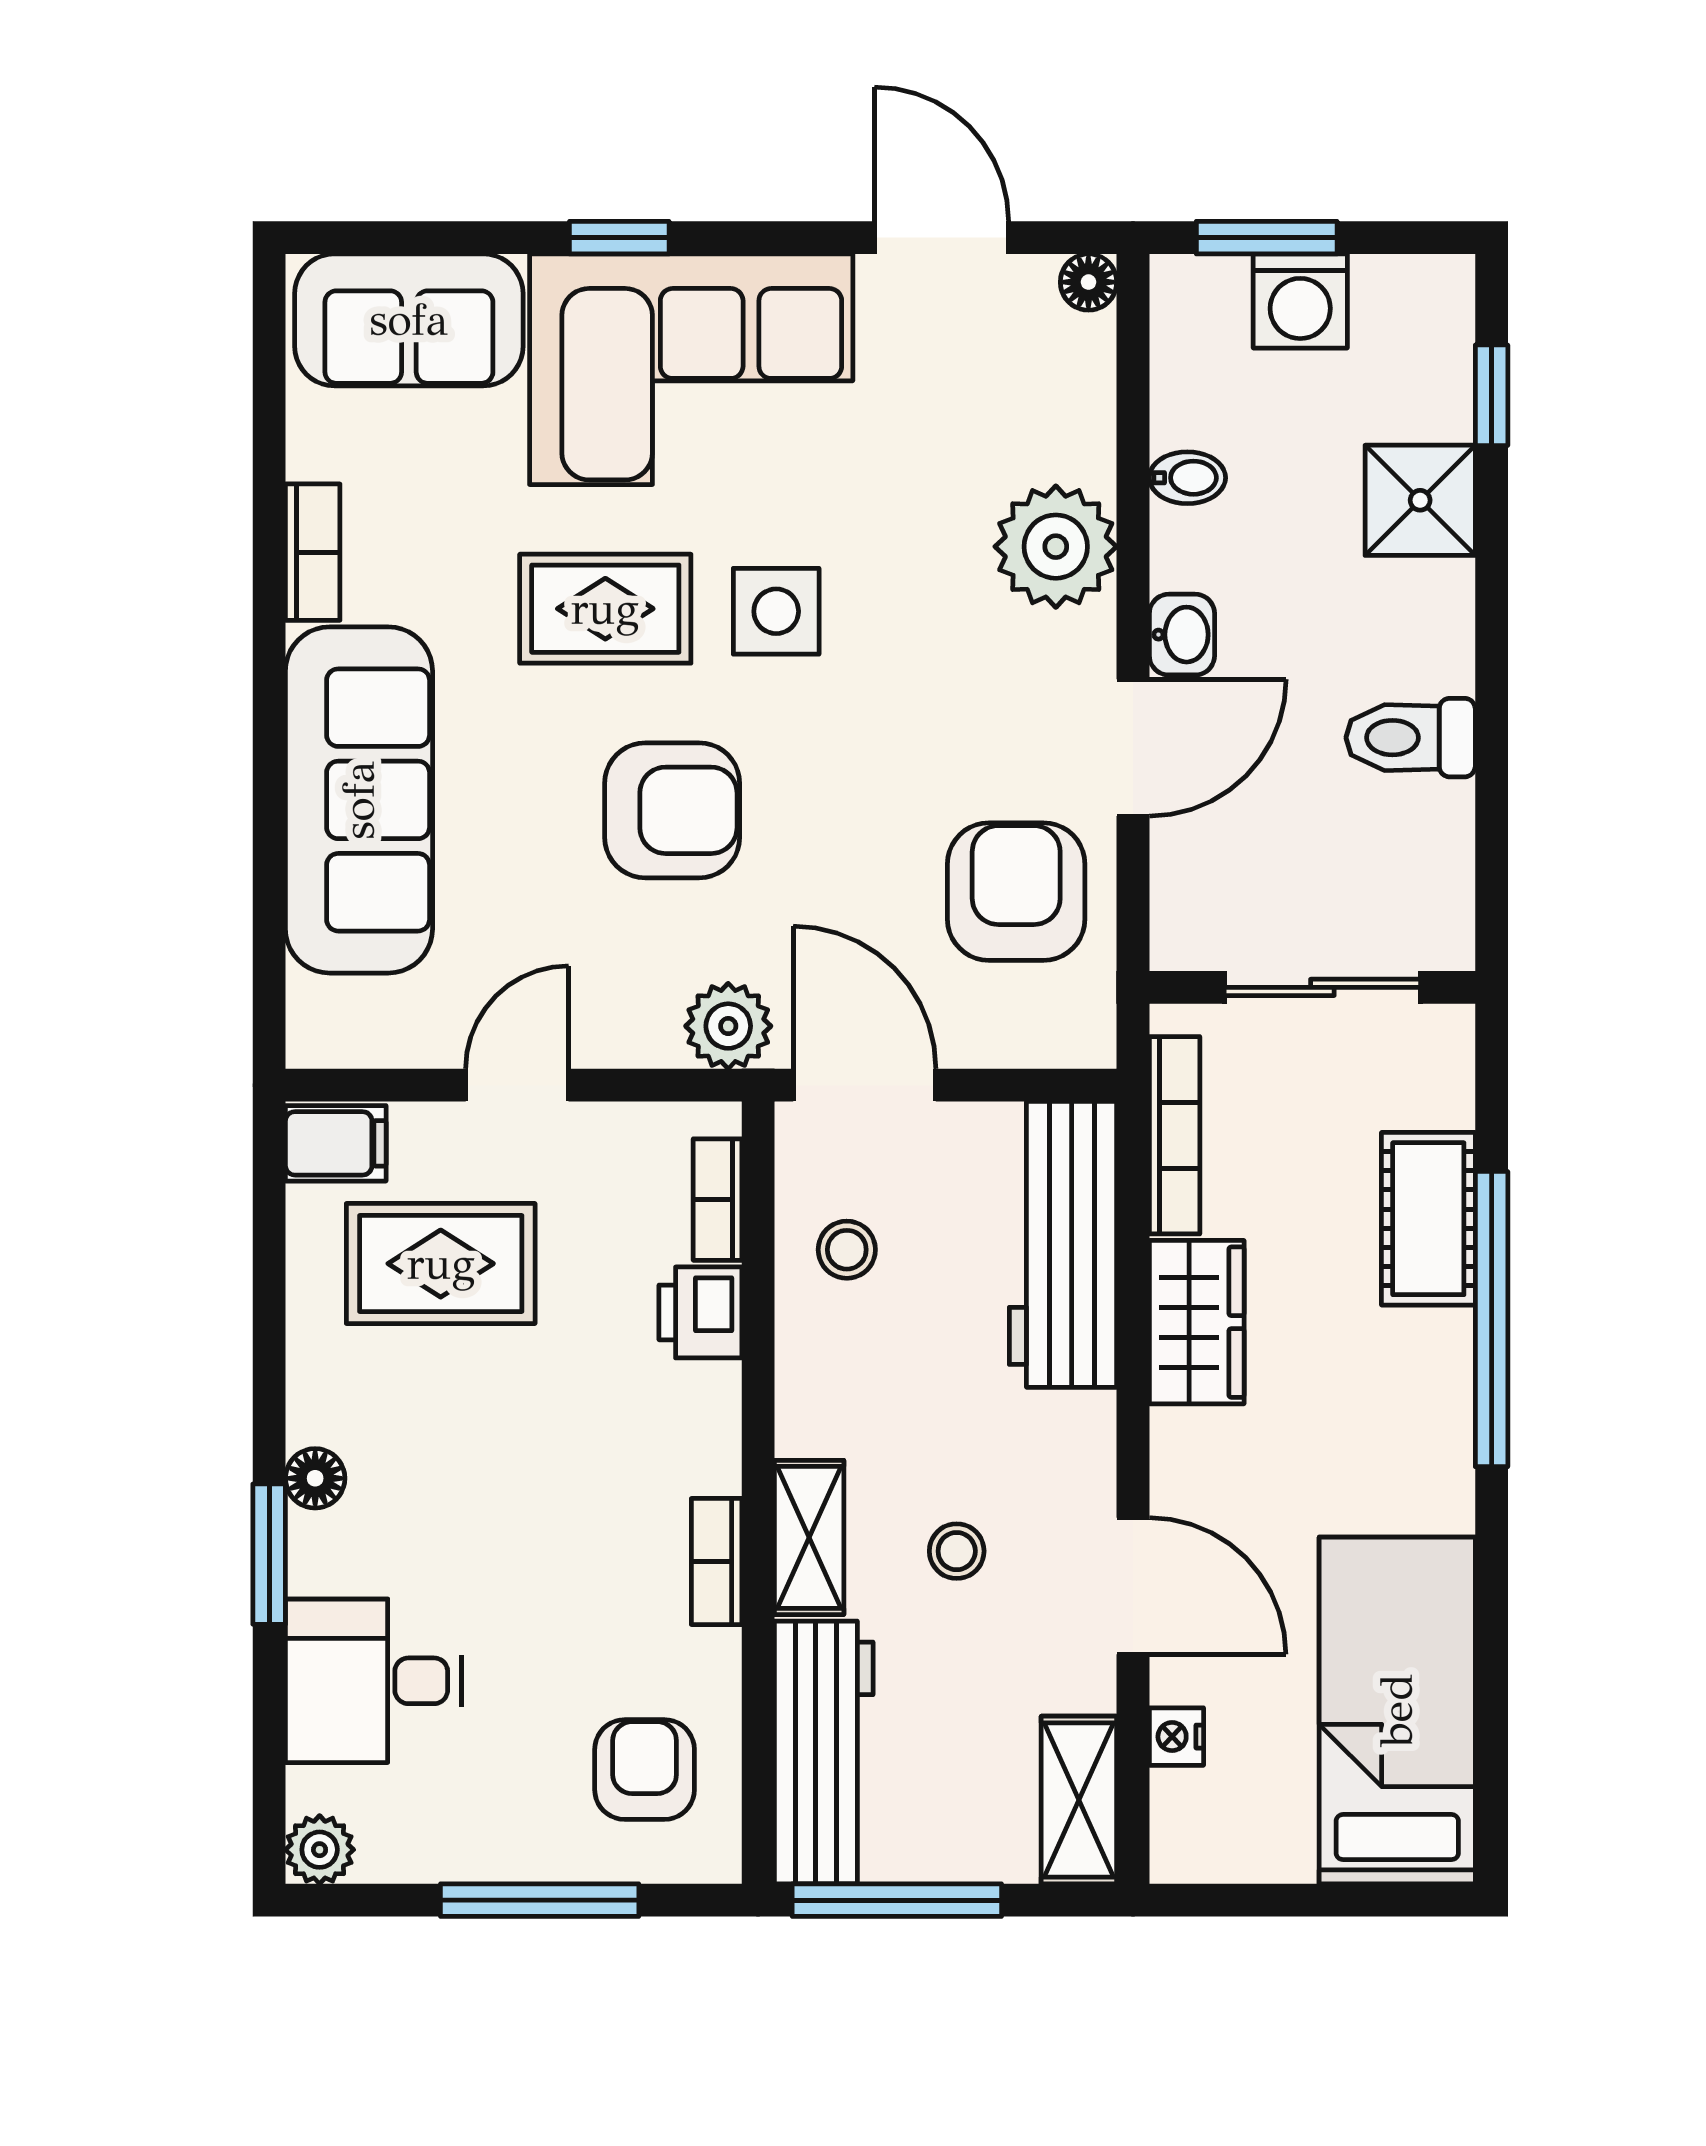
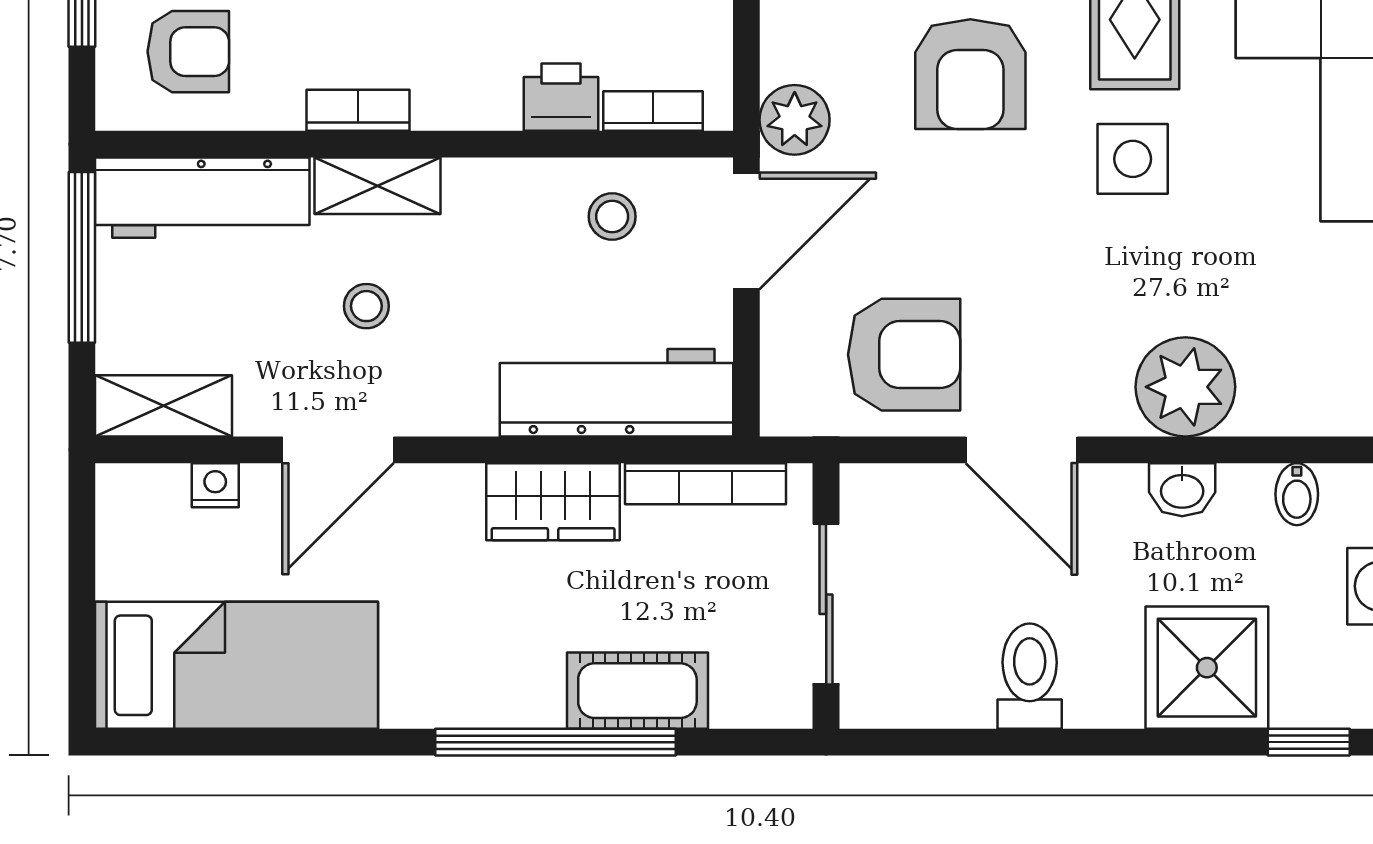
bidet: (1187, 478) -> (1297, 494), moved
shower: (1420, 500) -> (1207, 668), width x1.36, depth x1.36
washbasin: (1182, 635) -> (1182, 490), moved

